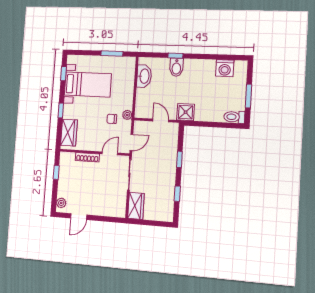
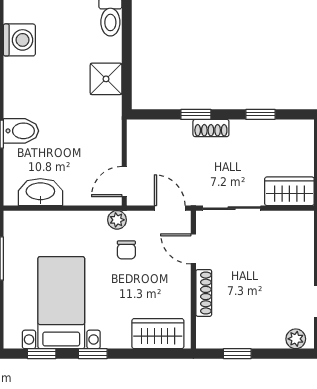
window: (61, 111) -> (93, 354), moved
shower: (186, 112) -> (106, 79), moved
door: (161, 120) -> (124, 182), moved
shoe rack: (172, 167) -> (211, 128), added

